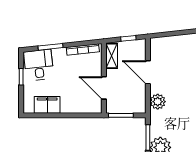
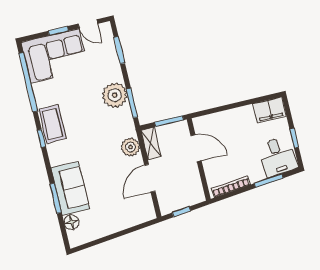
shelving: (112, 56) -> (151, 143), moved
door: (148, 72) -> (150, 178), swing flipped
filing cabinet: (47, 105) -> (270, 110), moved

